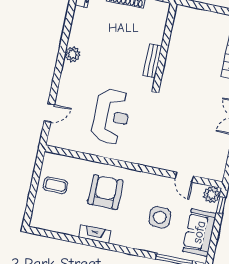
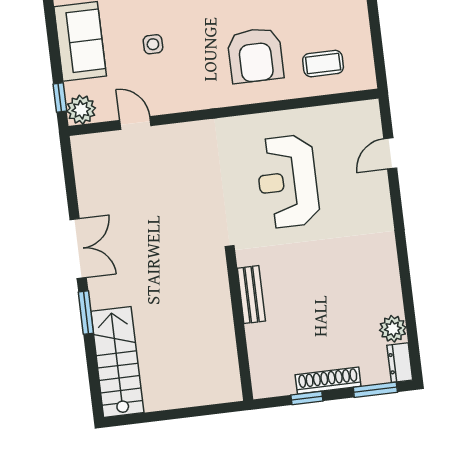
plant: (73, 54) -> (393, 329), moved
coffee table: (55, 185) -> (323, 64), moved
side table: (160, 217) -> (153, 44), width x0.54, depth x0.54

